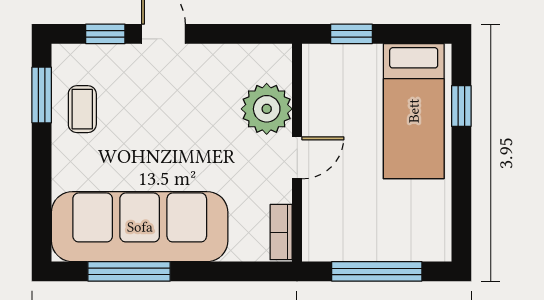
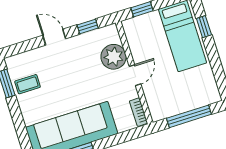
window: (105, 34) -> (88, 26), moved
coffee table: (82, 109) -> (28, 84), turned 90

